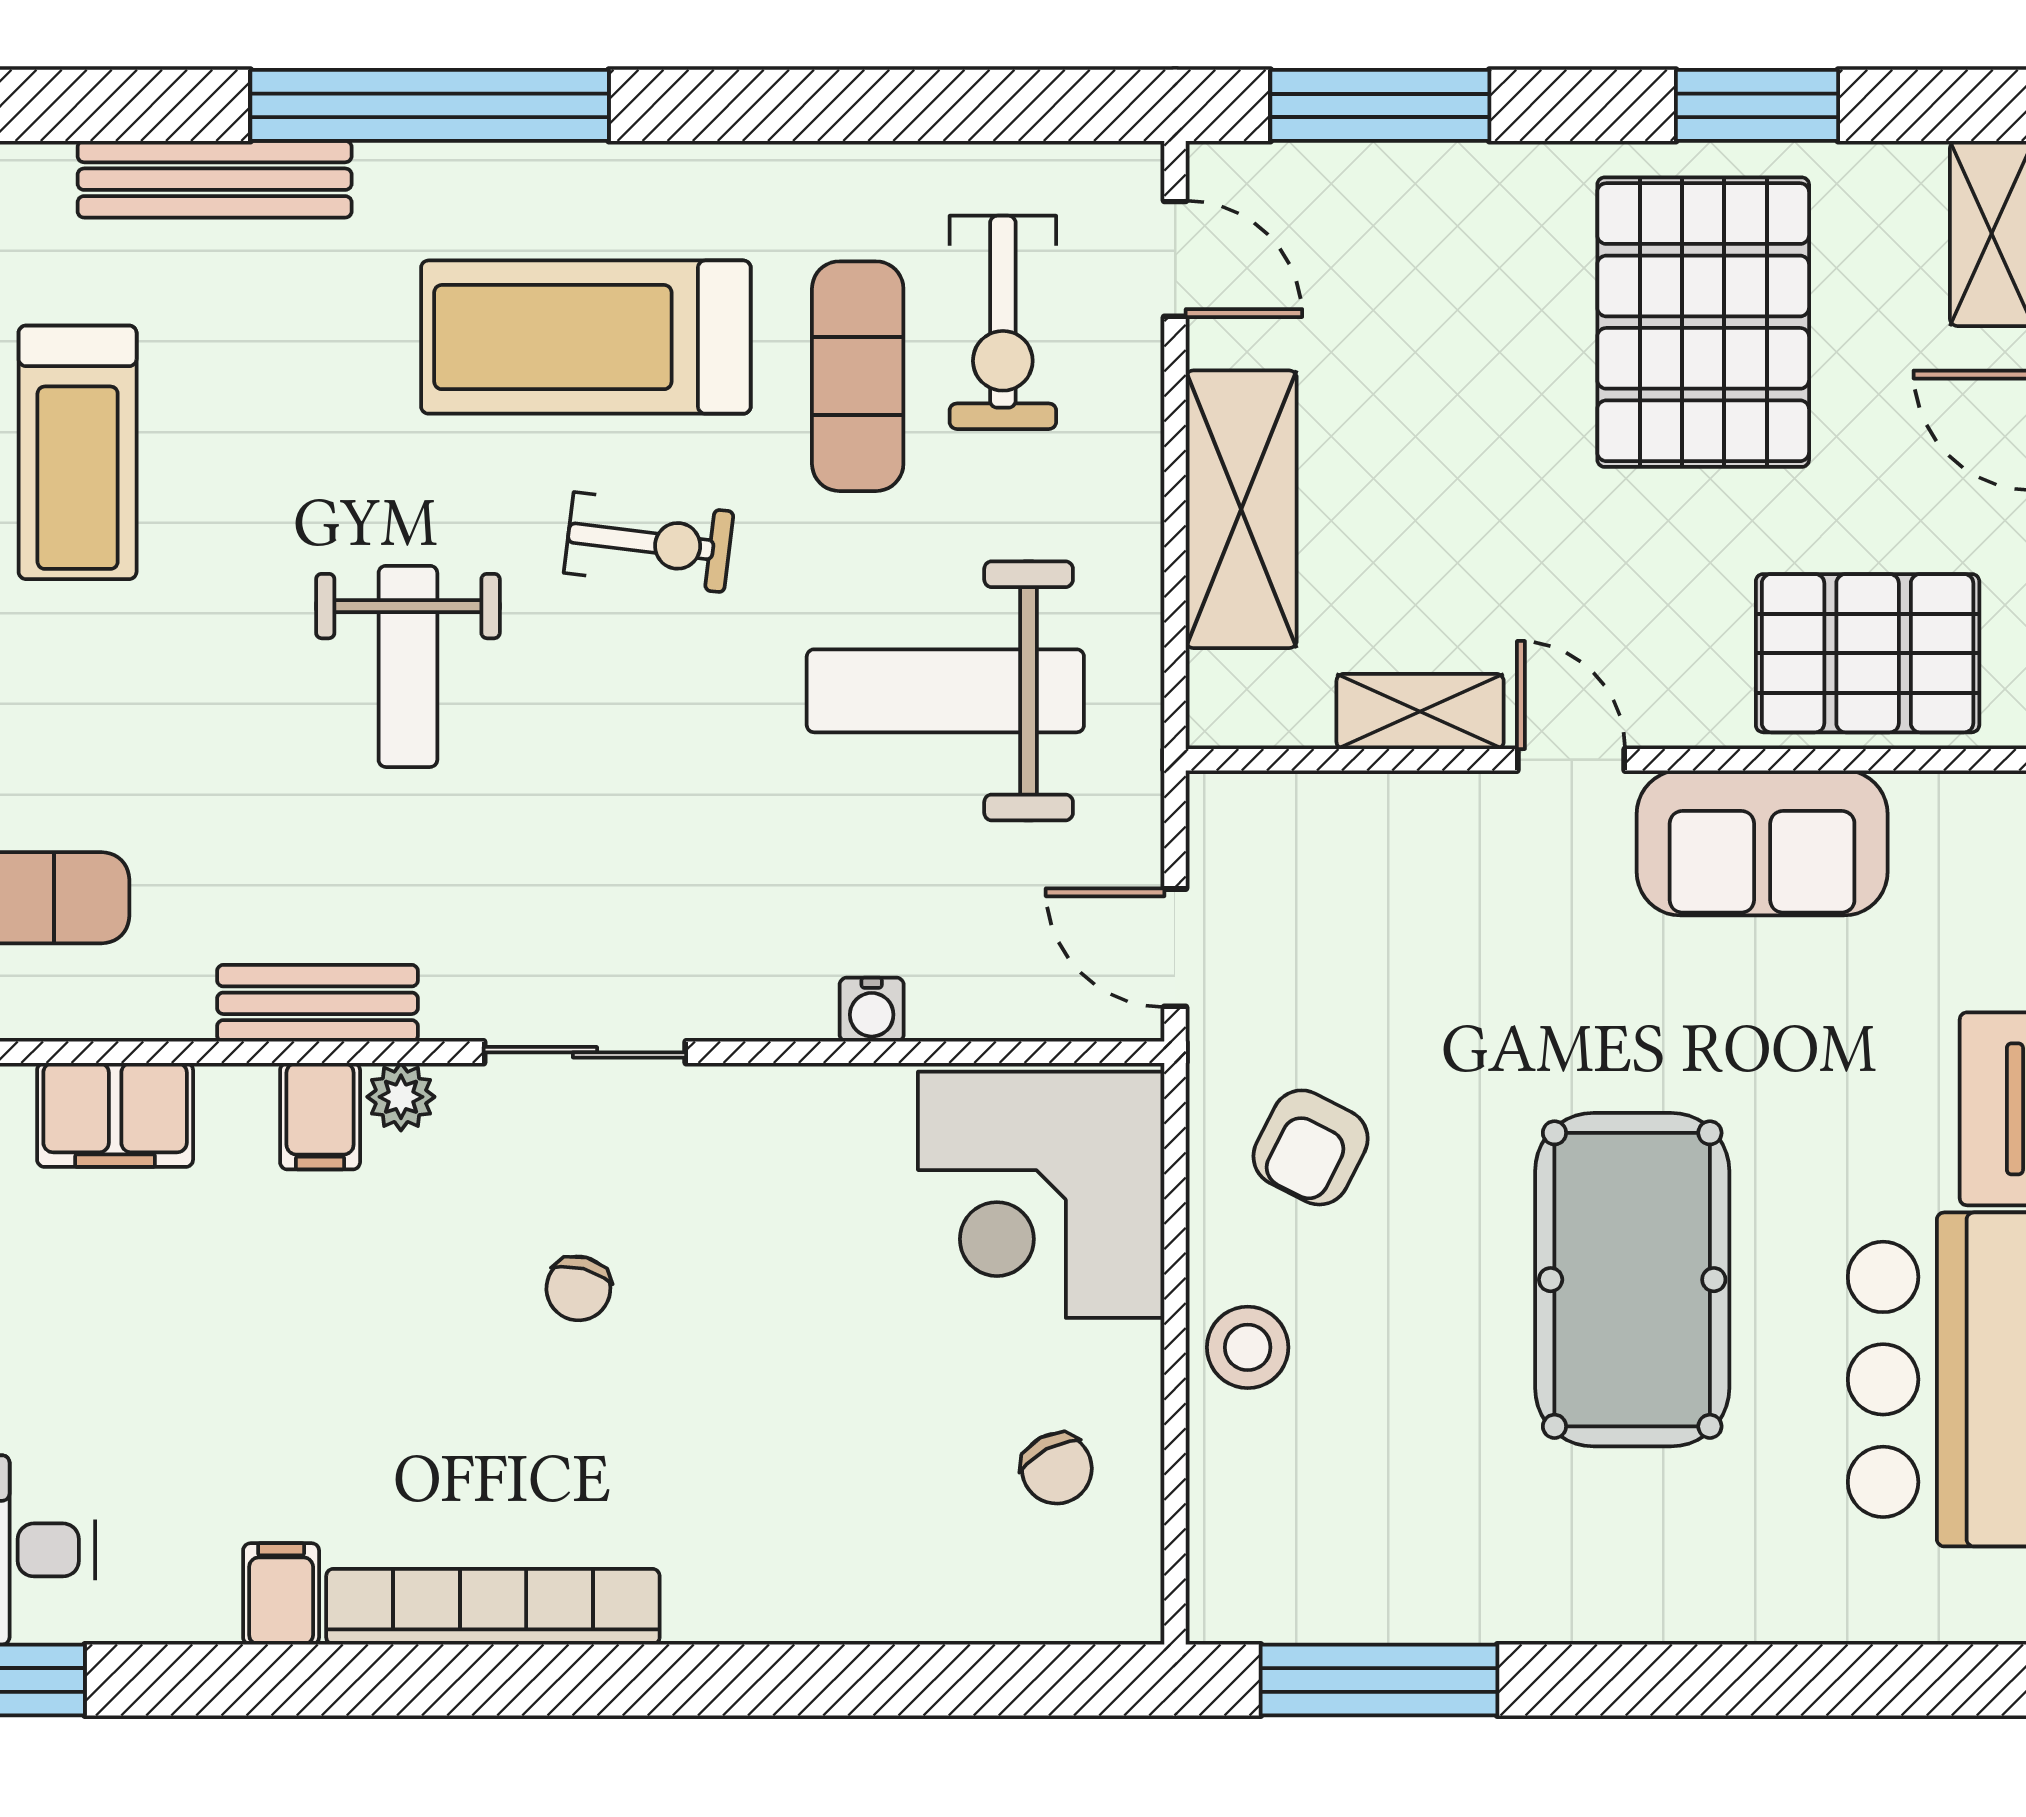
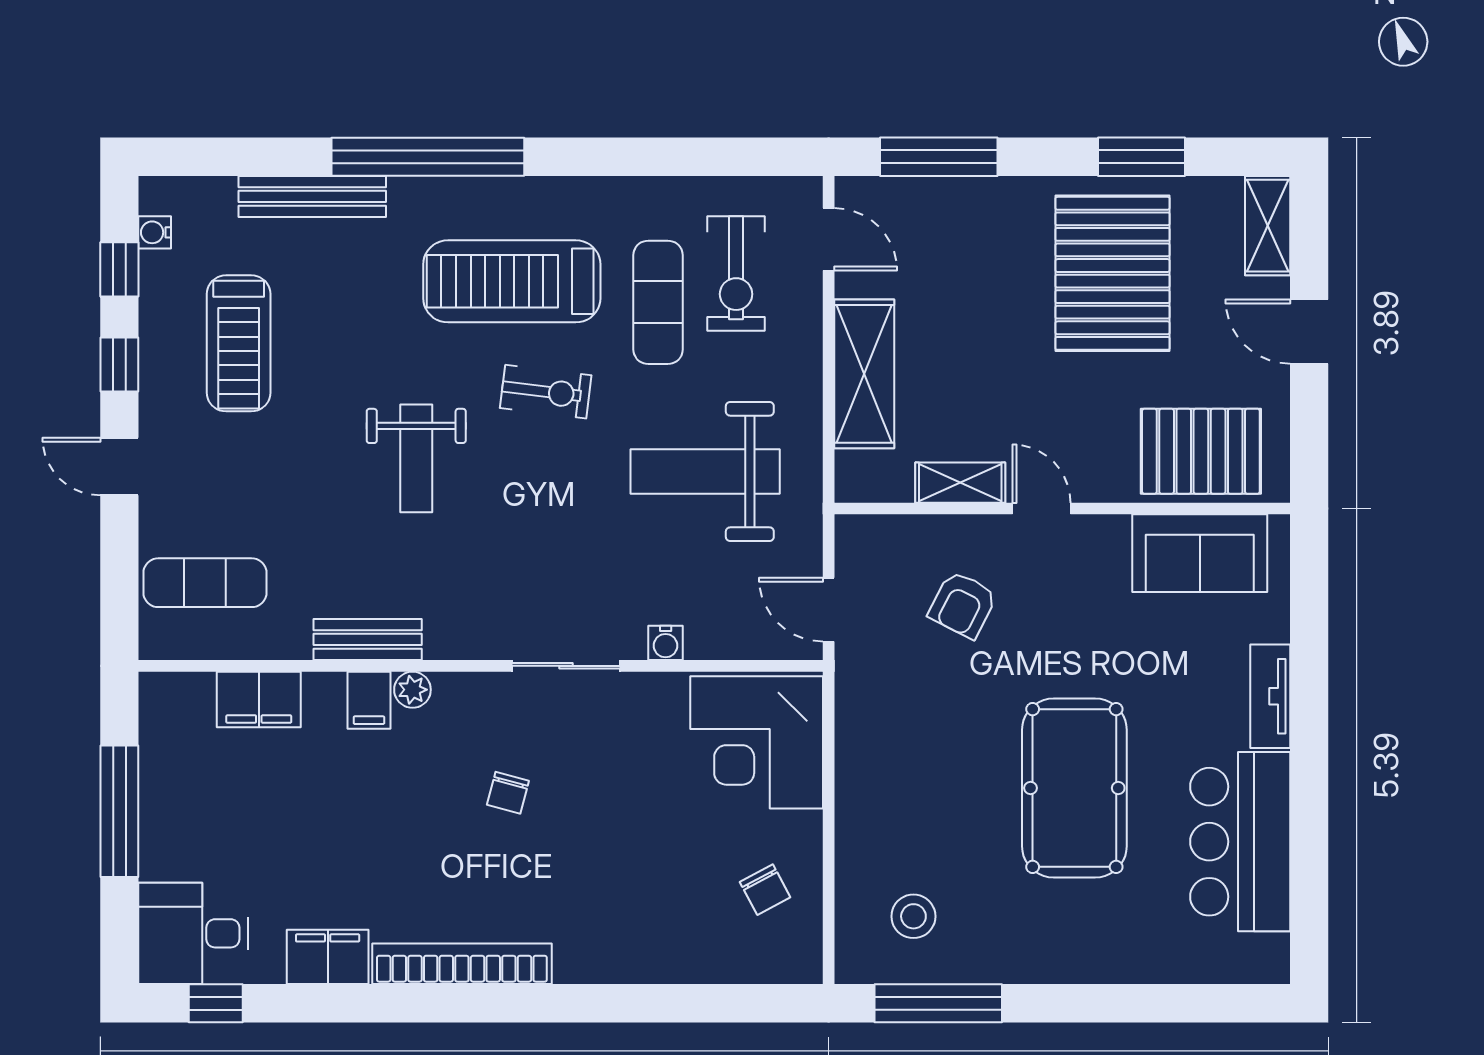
sofa: (1762, 843) -> (1200, 553), moved
sliding door: (585, 1052) -> (566, 666), moved
armchair: (1311, 1147) -> (963, 605), moved
stool: (1248, 1347) -> (913, 916), moved
filing cabinet: (281, 1594) -> (328, 957), width x2.00

